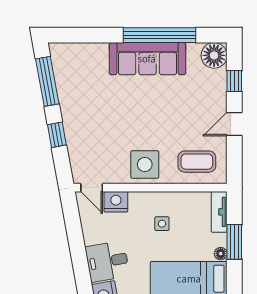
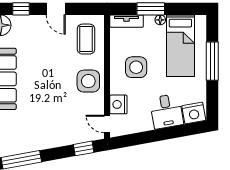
window: (57, 135) -> (84, 148), moved
door: (92, 188) -> (107, 124), swing flipped
side table: (162, 224) -> (136, 67), width x1.87, depth x1.87

